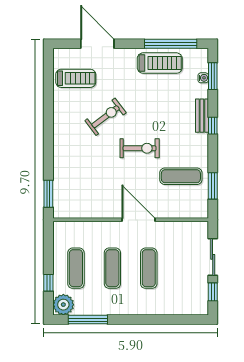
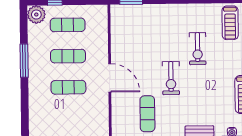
exercise bike: (106, 117) -> (198, 49), turned 37
door: (138, 220) -> (110, 78), hinge flipped
window: (88, 320) -> (24, 61), moved

